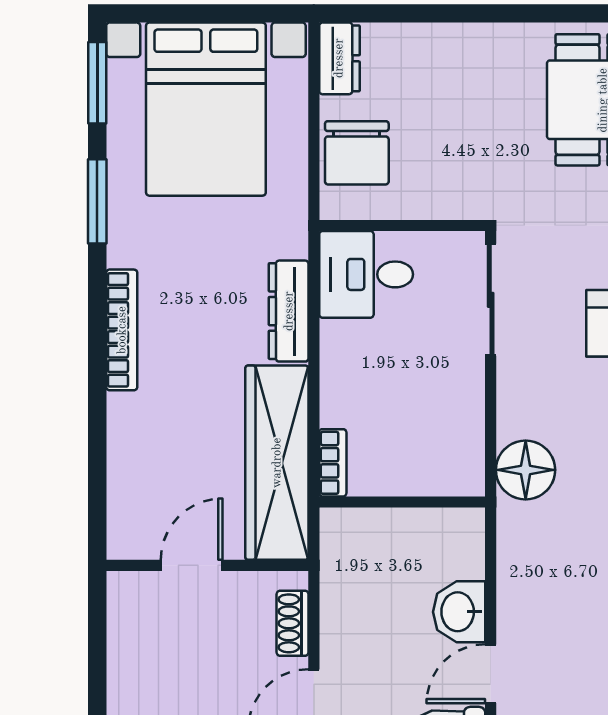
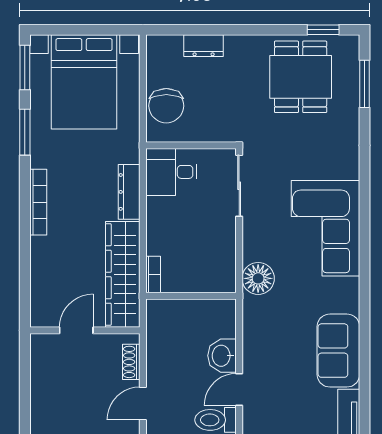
dresser: (339, 58) -> (204, 46), moved, turned 90

